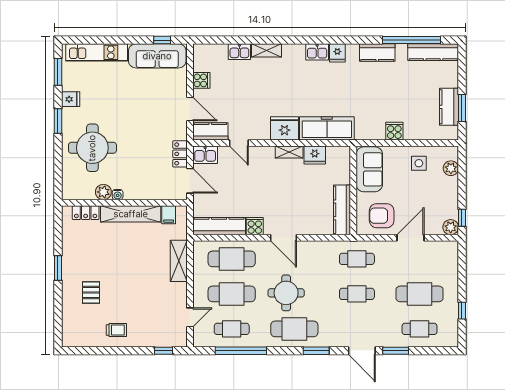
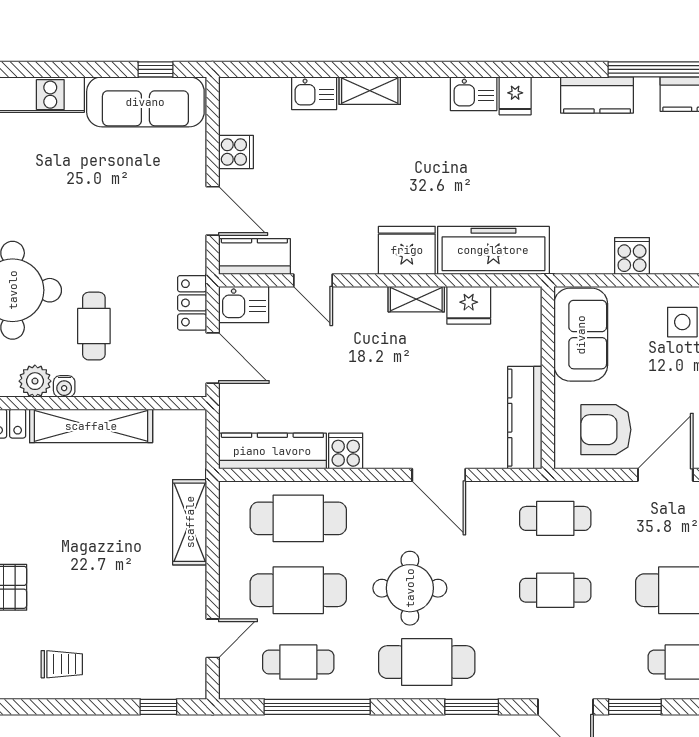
cafe table: (132, 165) -> (94, 326), added
filing cabinet: (169, 215) -> (169, 428), removed
door: (283, 238) -> (439, 475), moved

